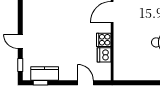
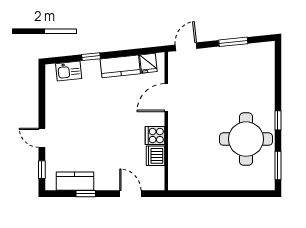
window: (40, 83) -> (86, 194), moved

